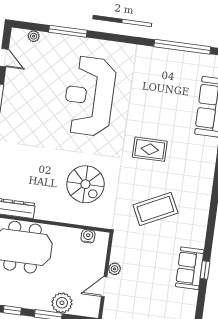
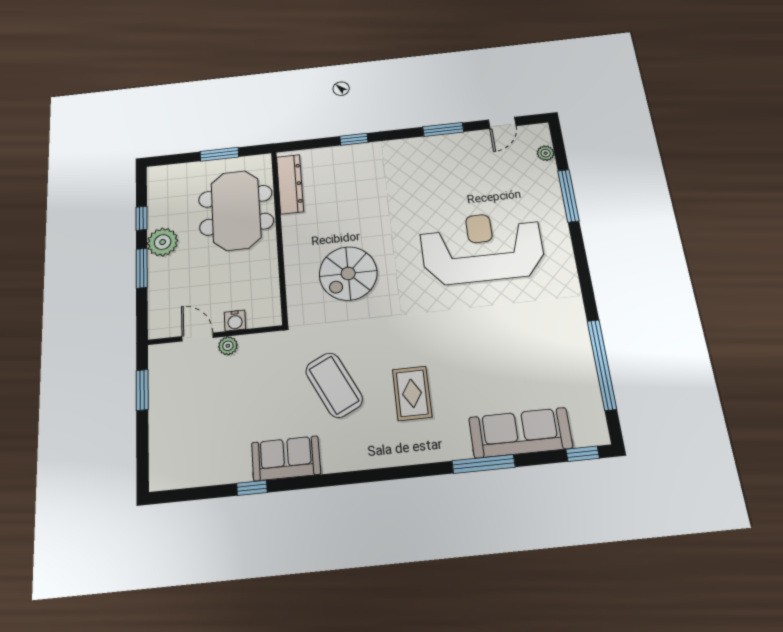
rug: (150, 149) -> (412, 393), moved
water cooler: (88, 236) -> (235, 321), moved, turned 90
sofa: (190, 268) -> (286, 458), moved
plant: (62, 303) -> (163, 242), moved

